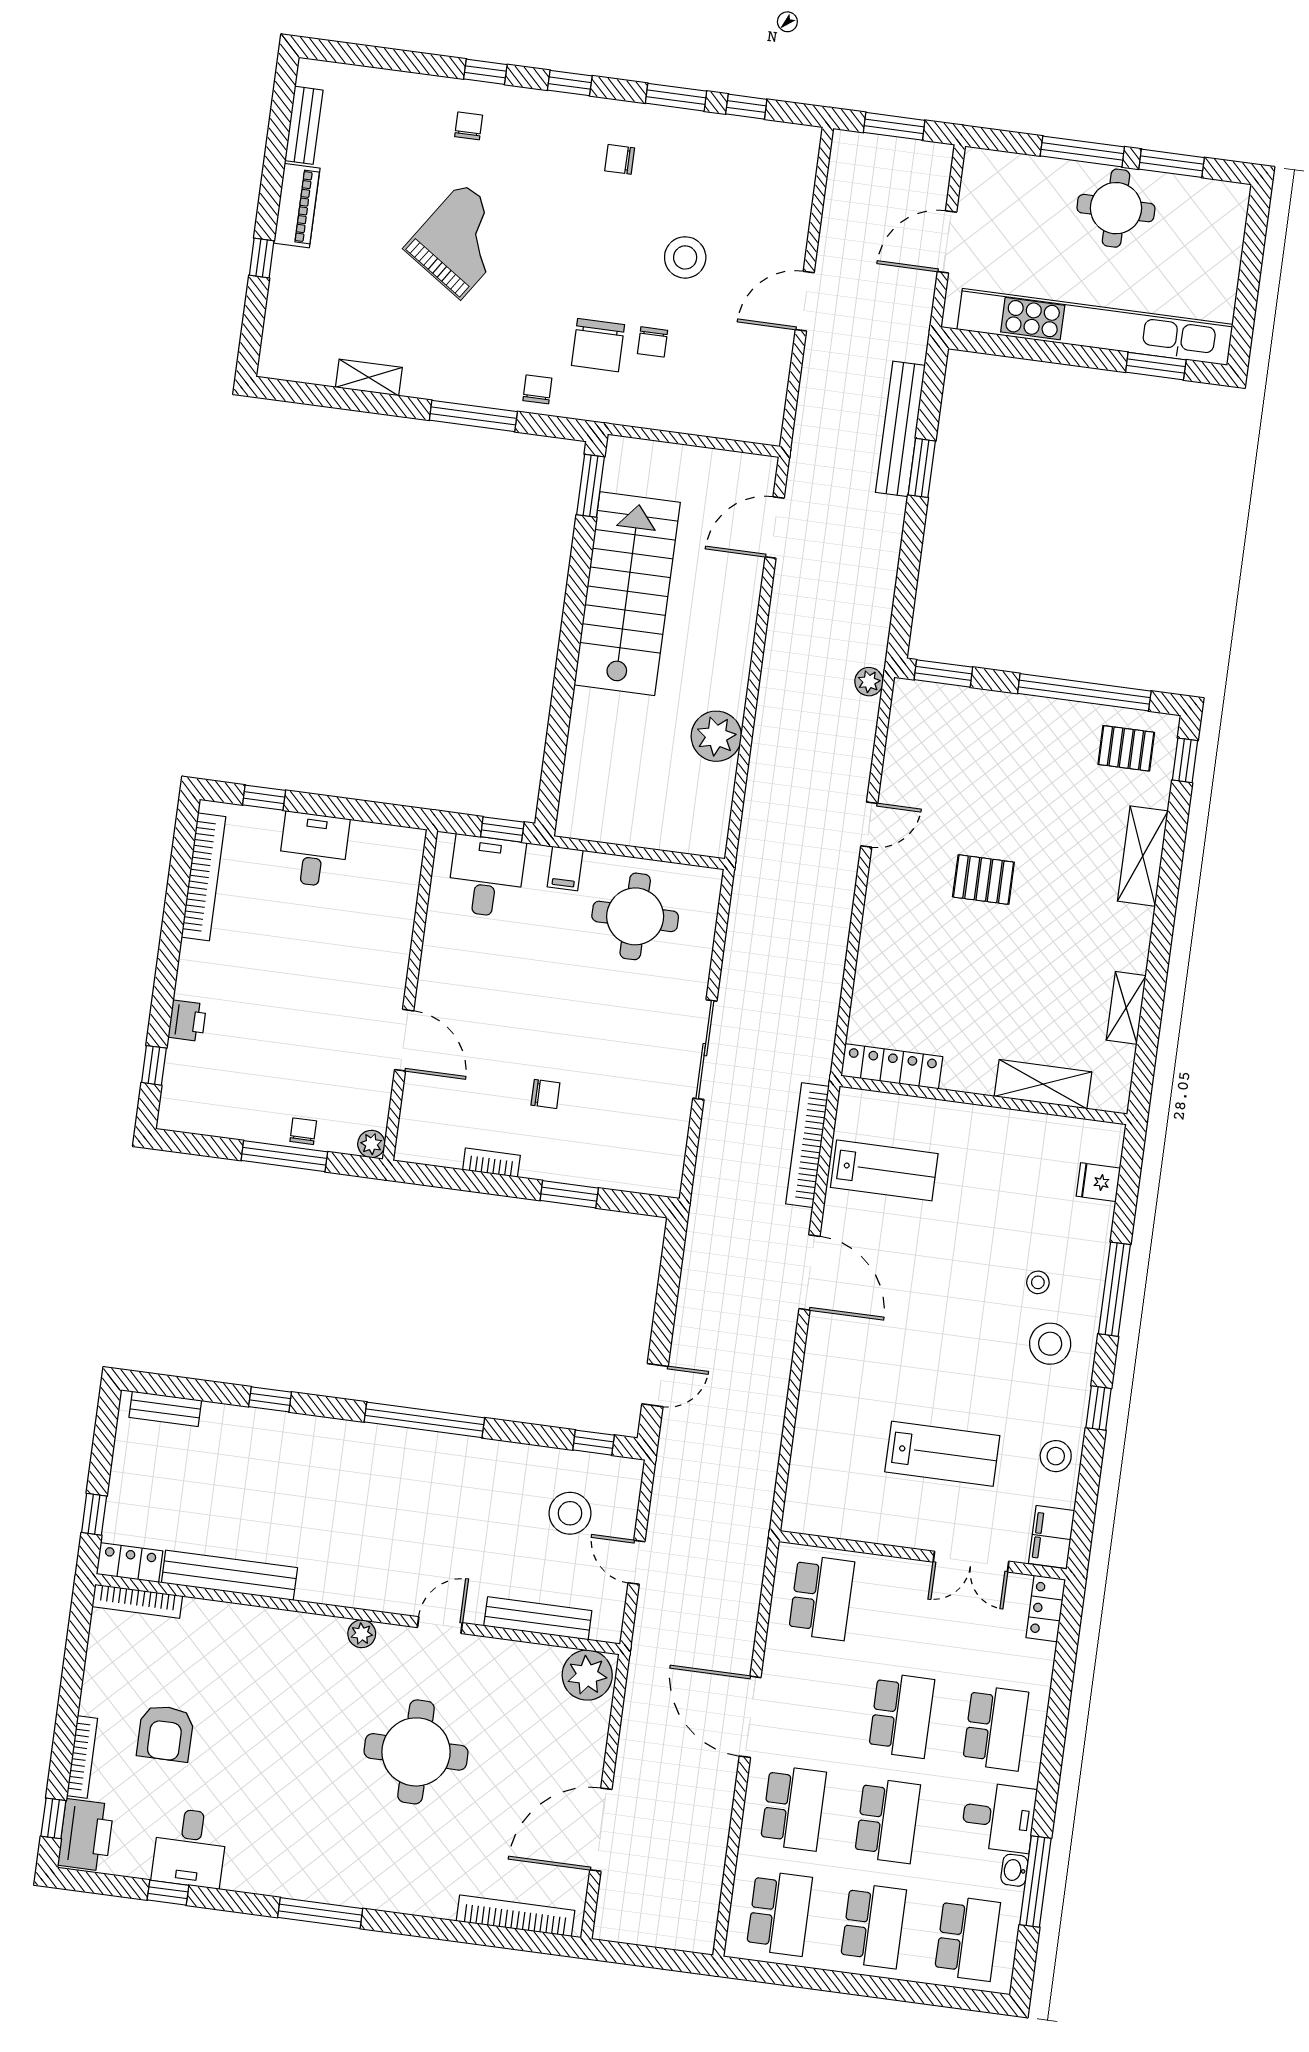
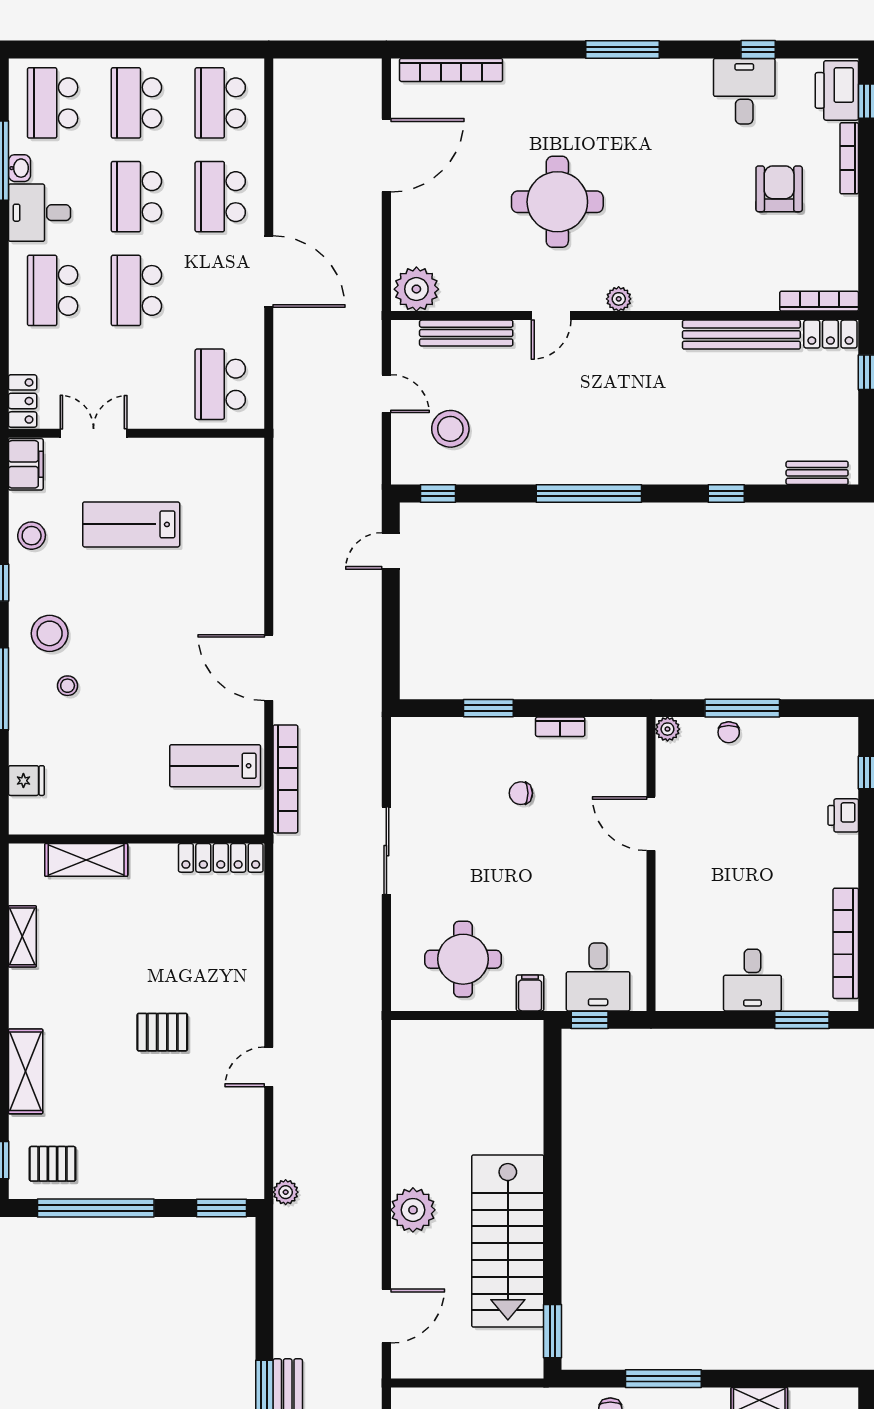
plant: (716, 736) -> (413, 1210), moved
window: (264, 798) -> (802, 1020), width x1.50

